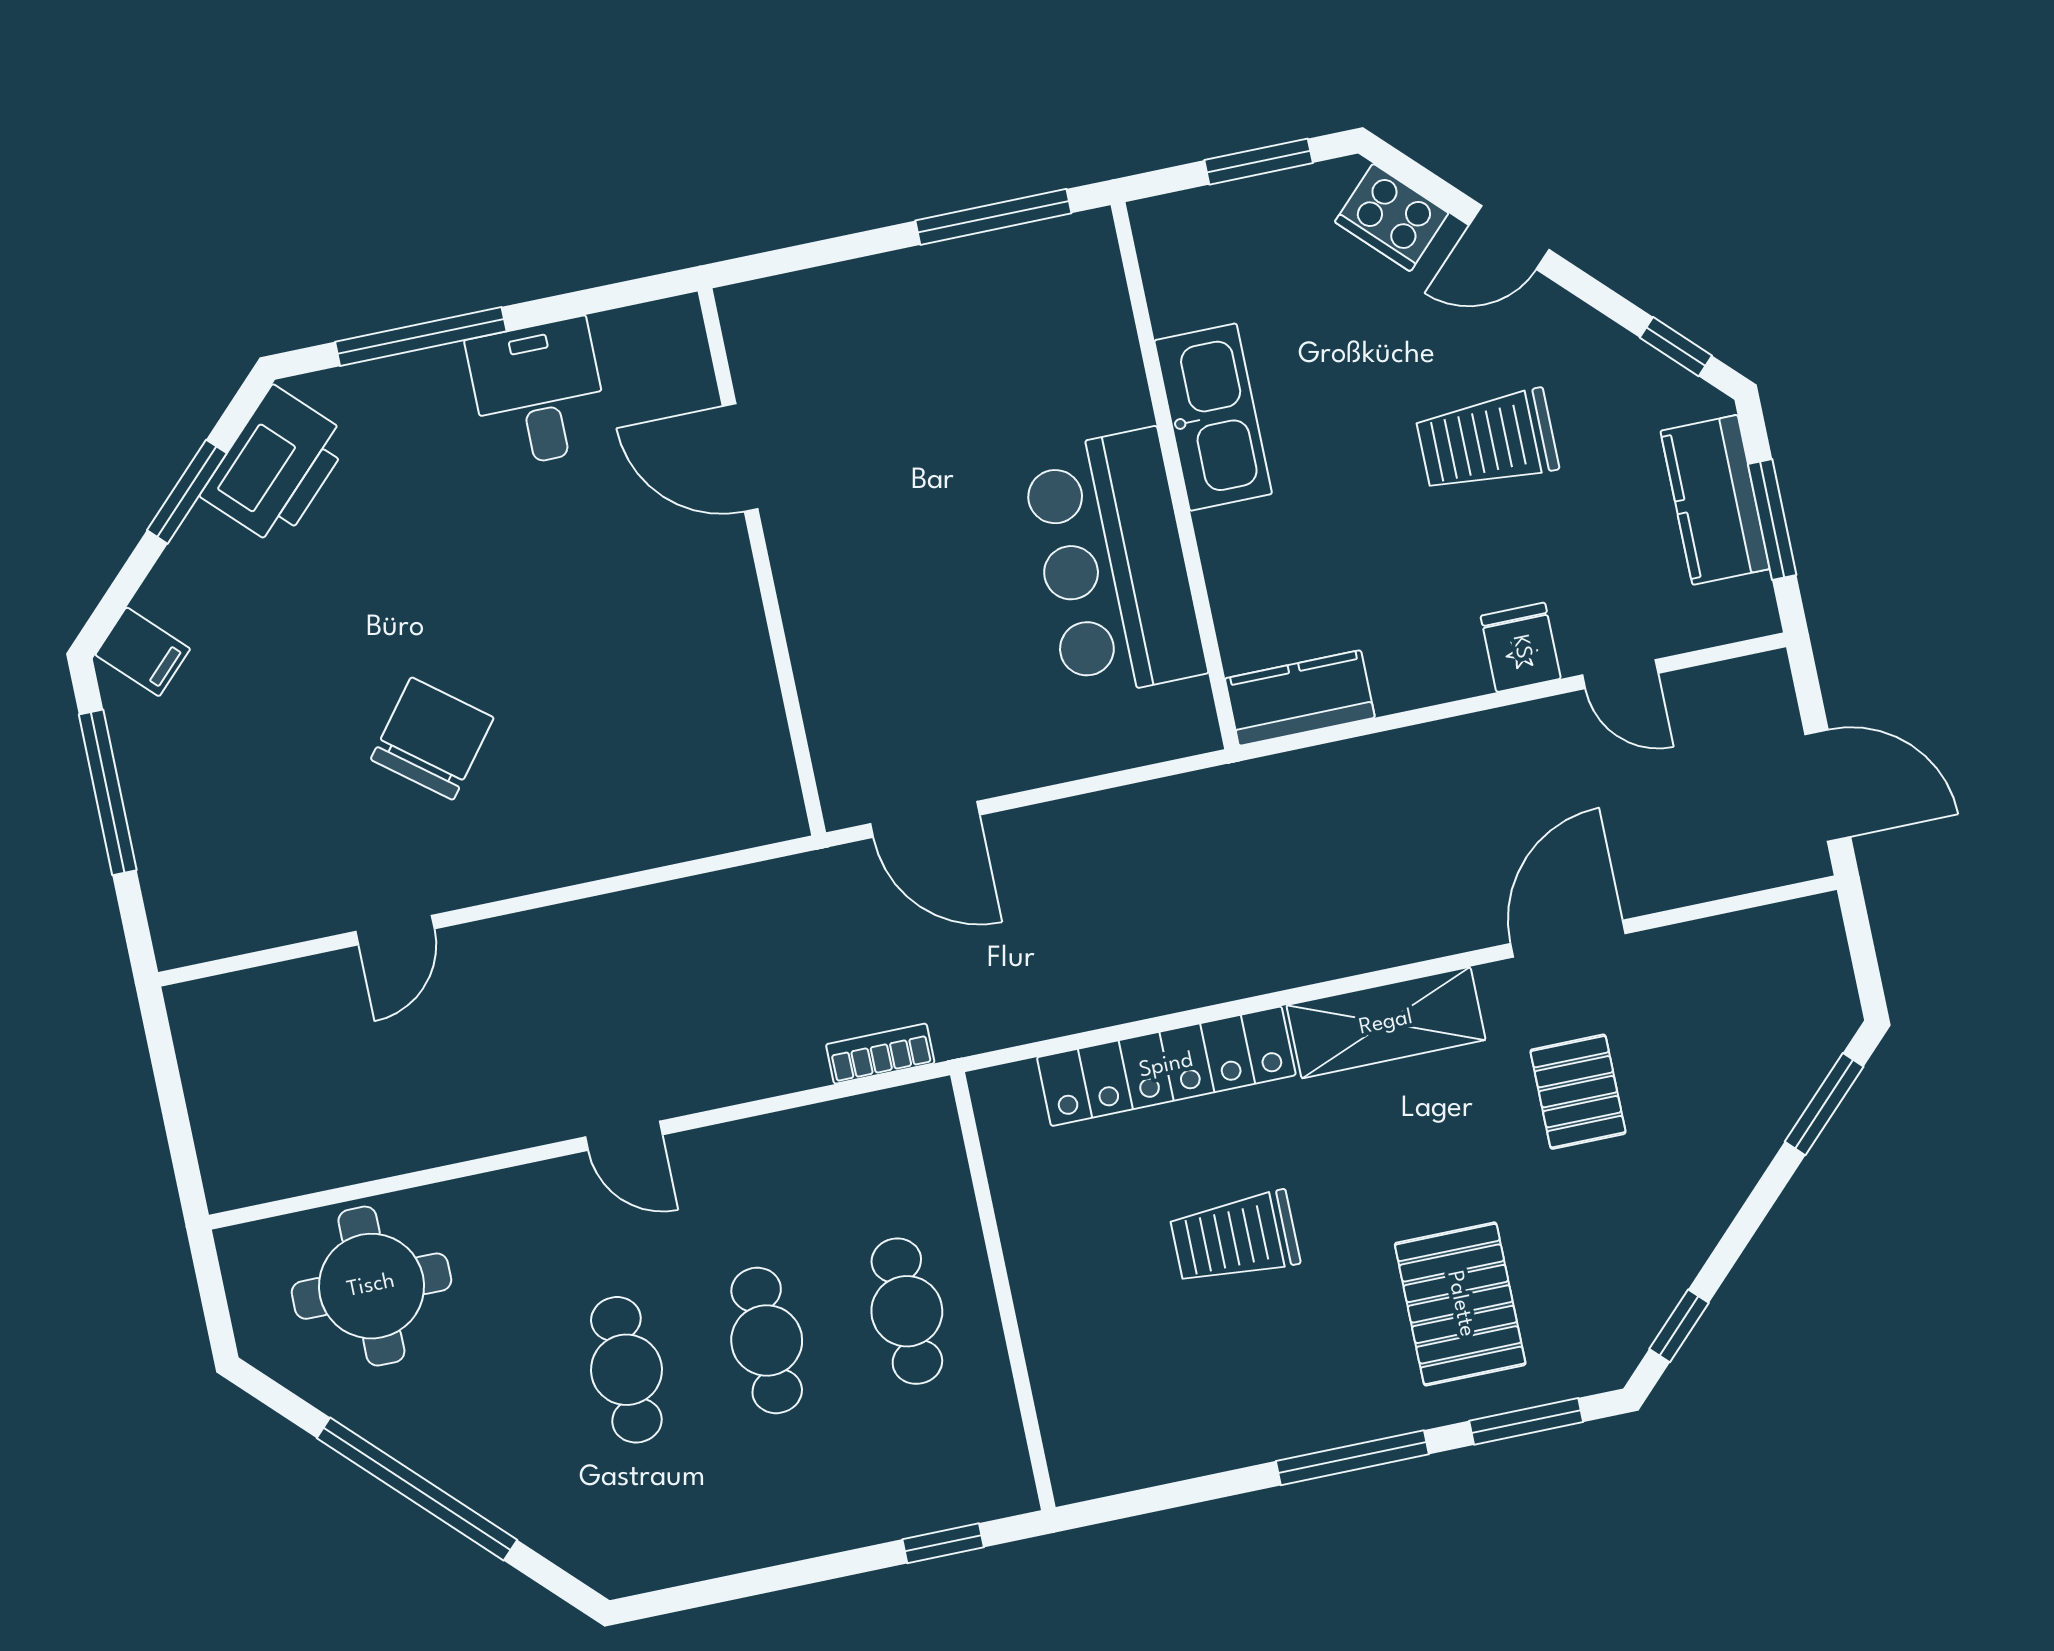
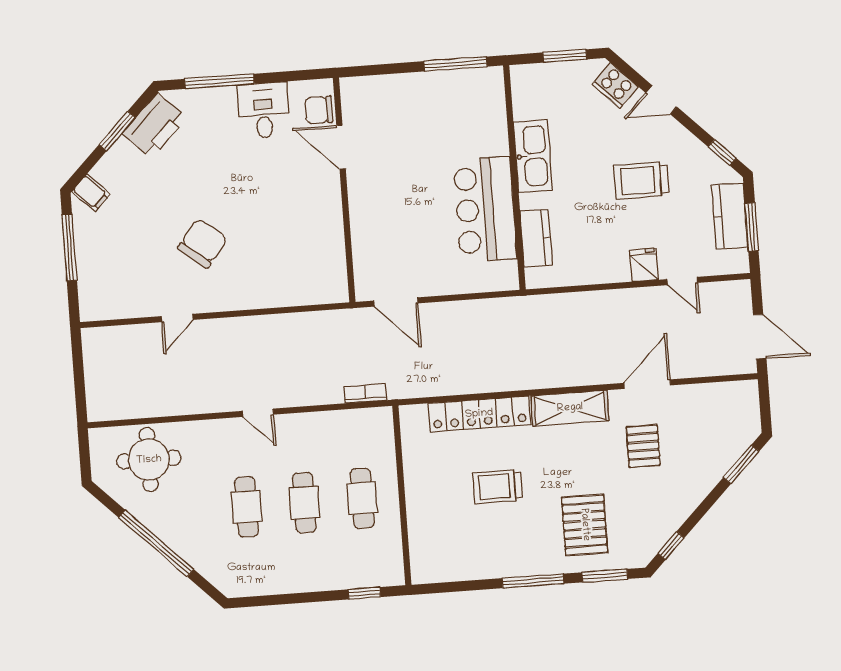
chair: (674, 374) -> (319, 110), added
kitchen counter: (1300, 698) -> (536, 238), moved, turned 90

